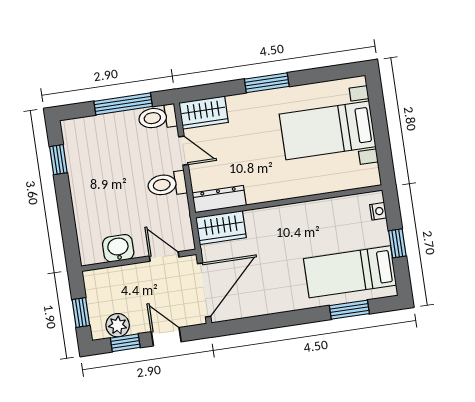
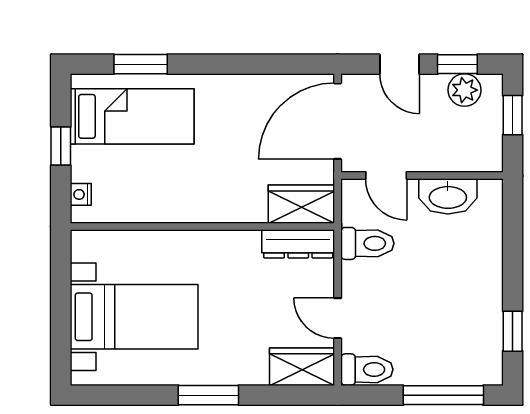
window: (123, 104) -> (443, 395), moved
toilet: (167, 184) -> (367, 243), moved
washbasin: (118, 248) -> (448, 196), width x1.38

